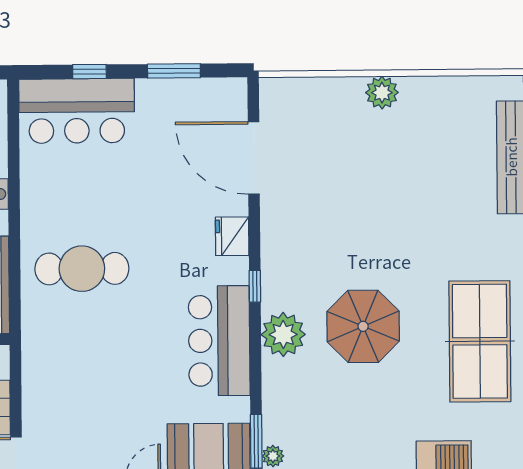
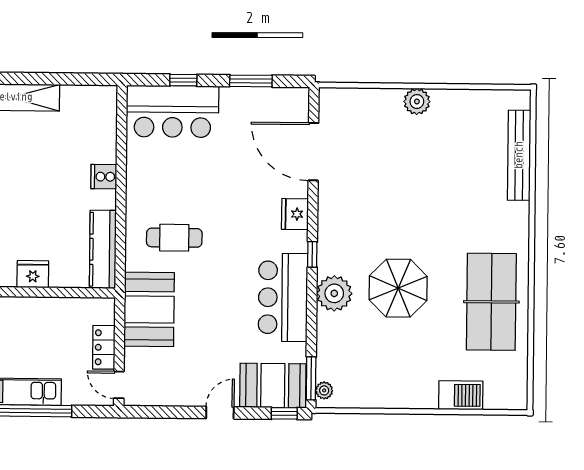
cafe table: (82, 269) -> (174, 238), width x0.73, depth x0.74
booth: (52, 359) -> (149, 309), added

